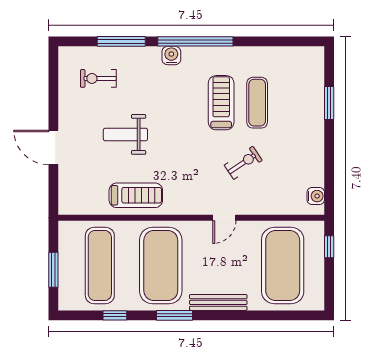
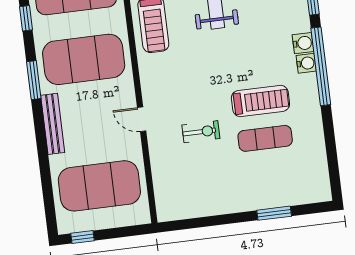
exercise bike: (243, 163) -> (201, 132), turned -56
water cooler: (316, 196) -> (306, 63), moved, turned -90
window: (329, 247) -> (82, 237), moved

